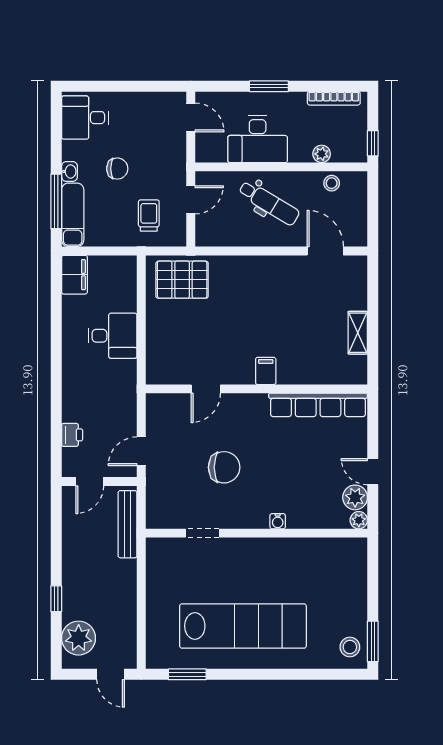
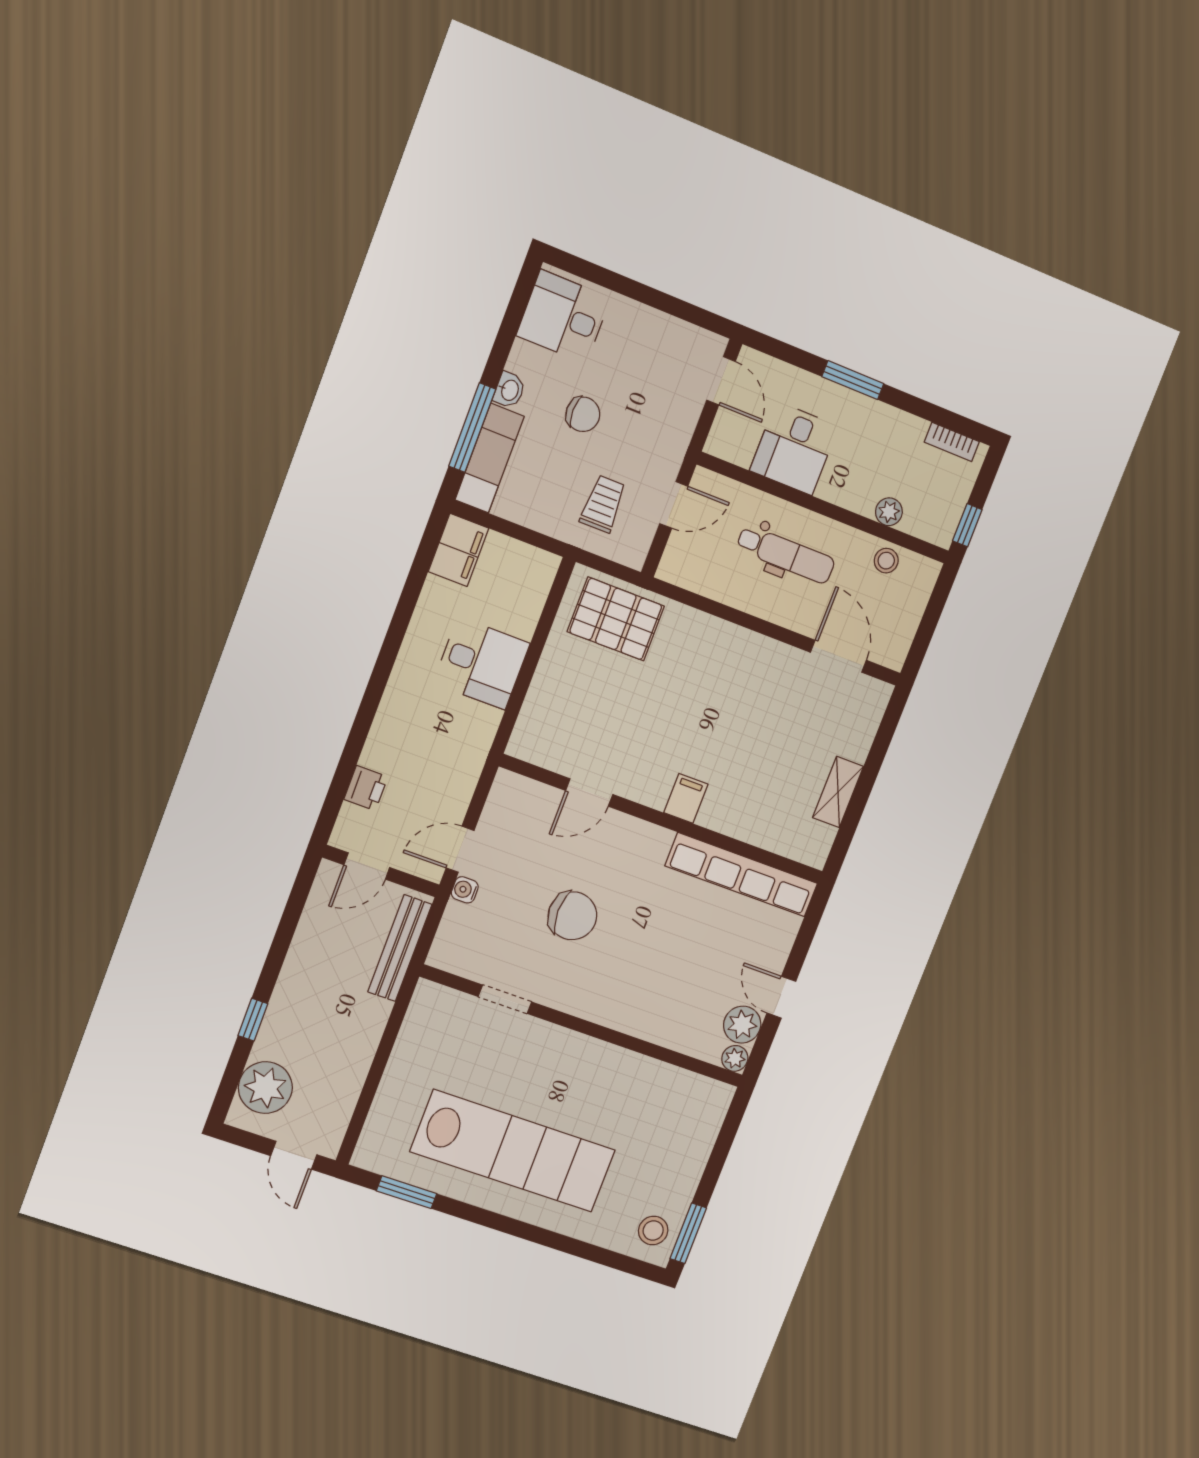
bookcase: (334, 98) -> (952, 442), width x0.64
desk: (258, 139) -> (794, 448), width x0.73
dental chair: (269, 203) -> (786, 554), turned -31
water cooler: (278, 521) -> (465, 890), moved, turned 90

